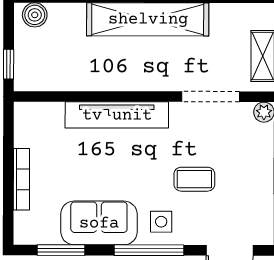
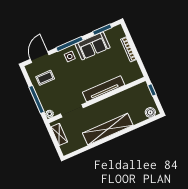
coffee table: (194, 179) -> (45, 78), moved

